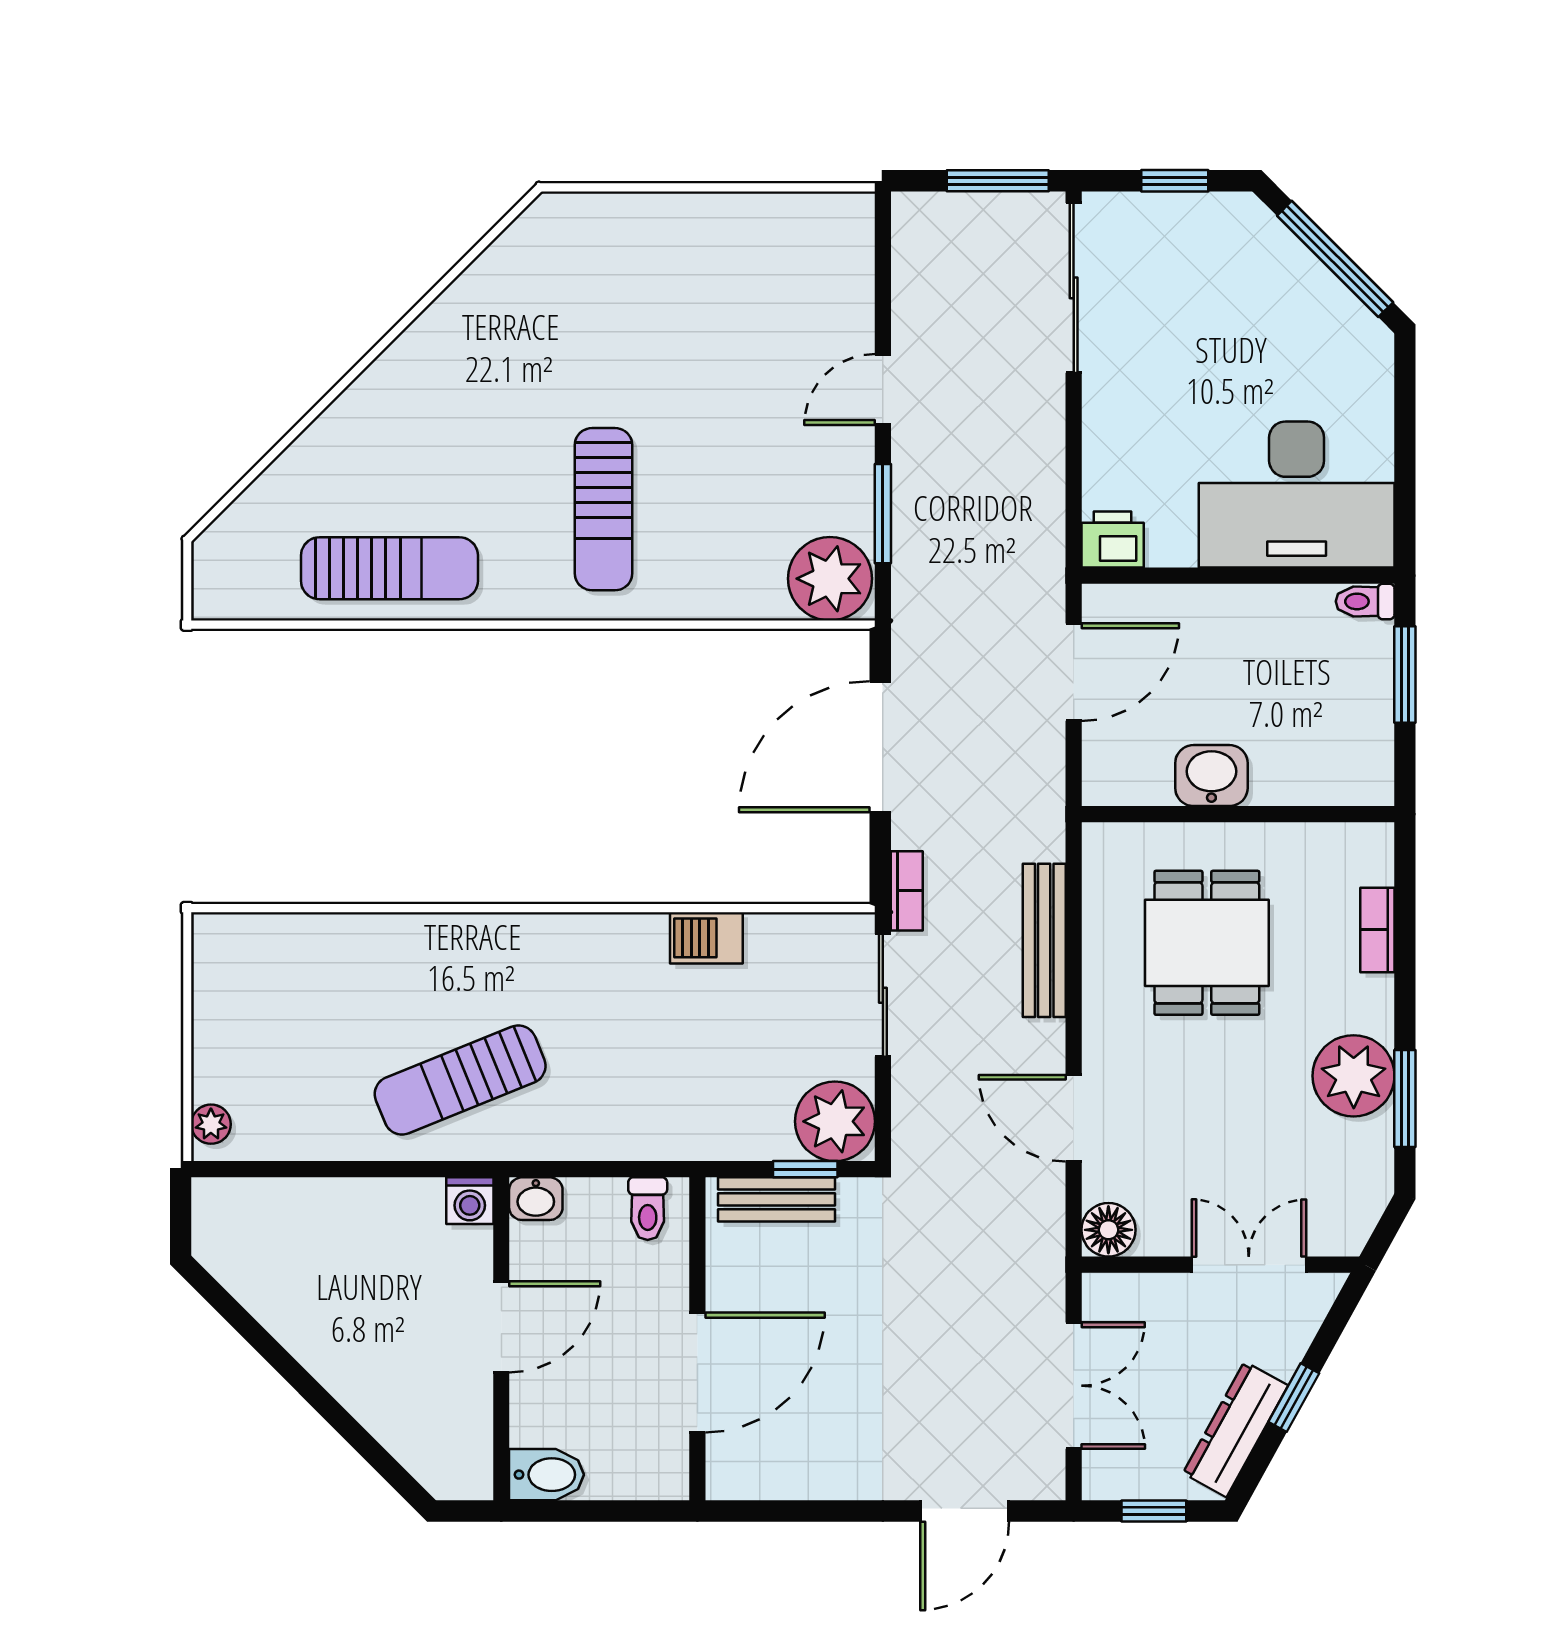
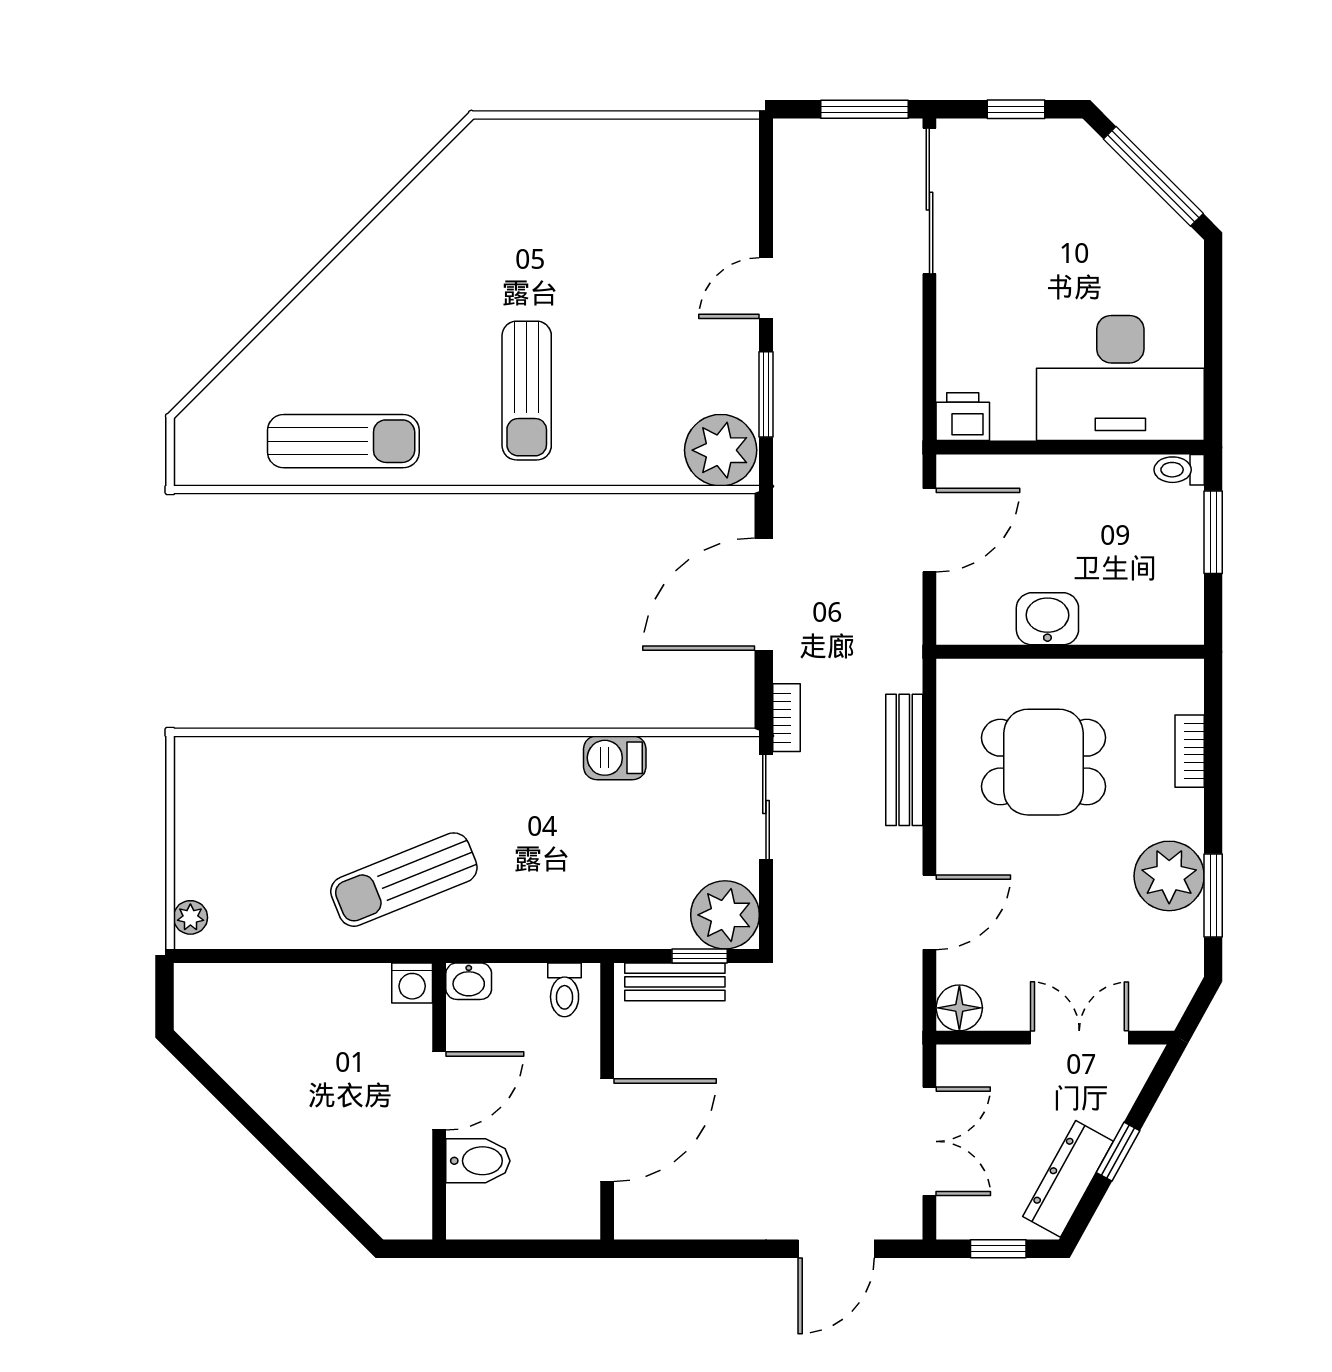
dining table: (1207, 943) -> (1044, 762), turned 90
door: (1074, 1118) -> (929, 912), swing flipped
bidet: (547, 1475) -> (478, 1161), moved

